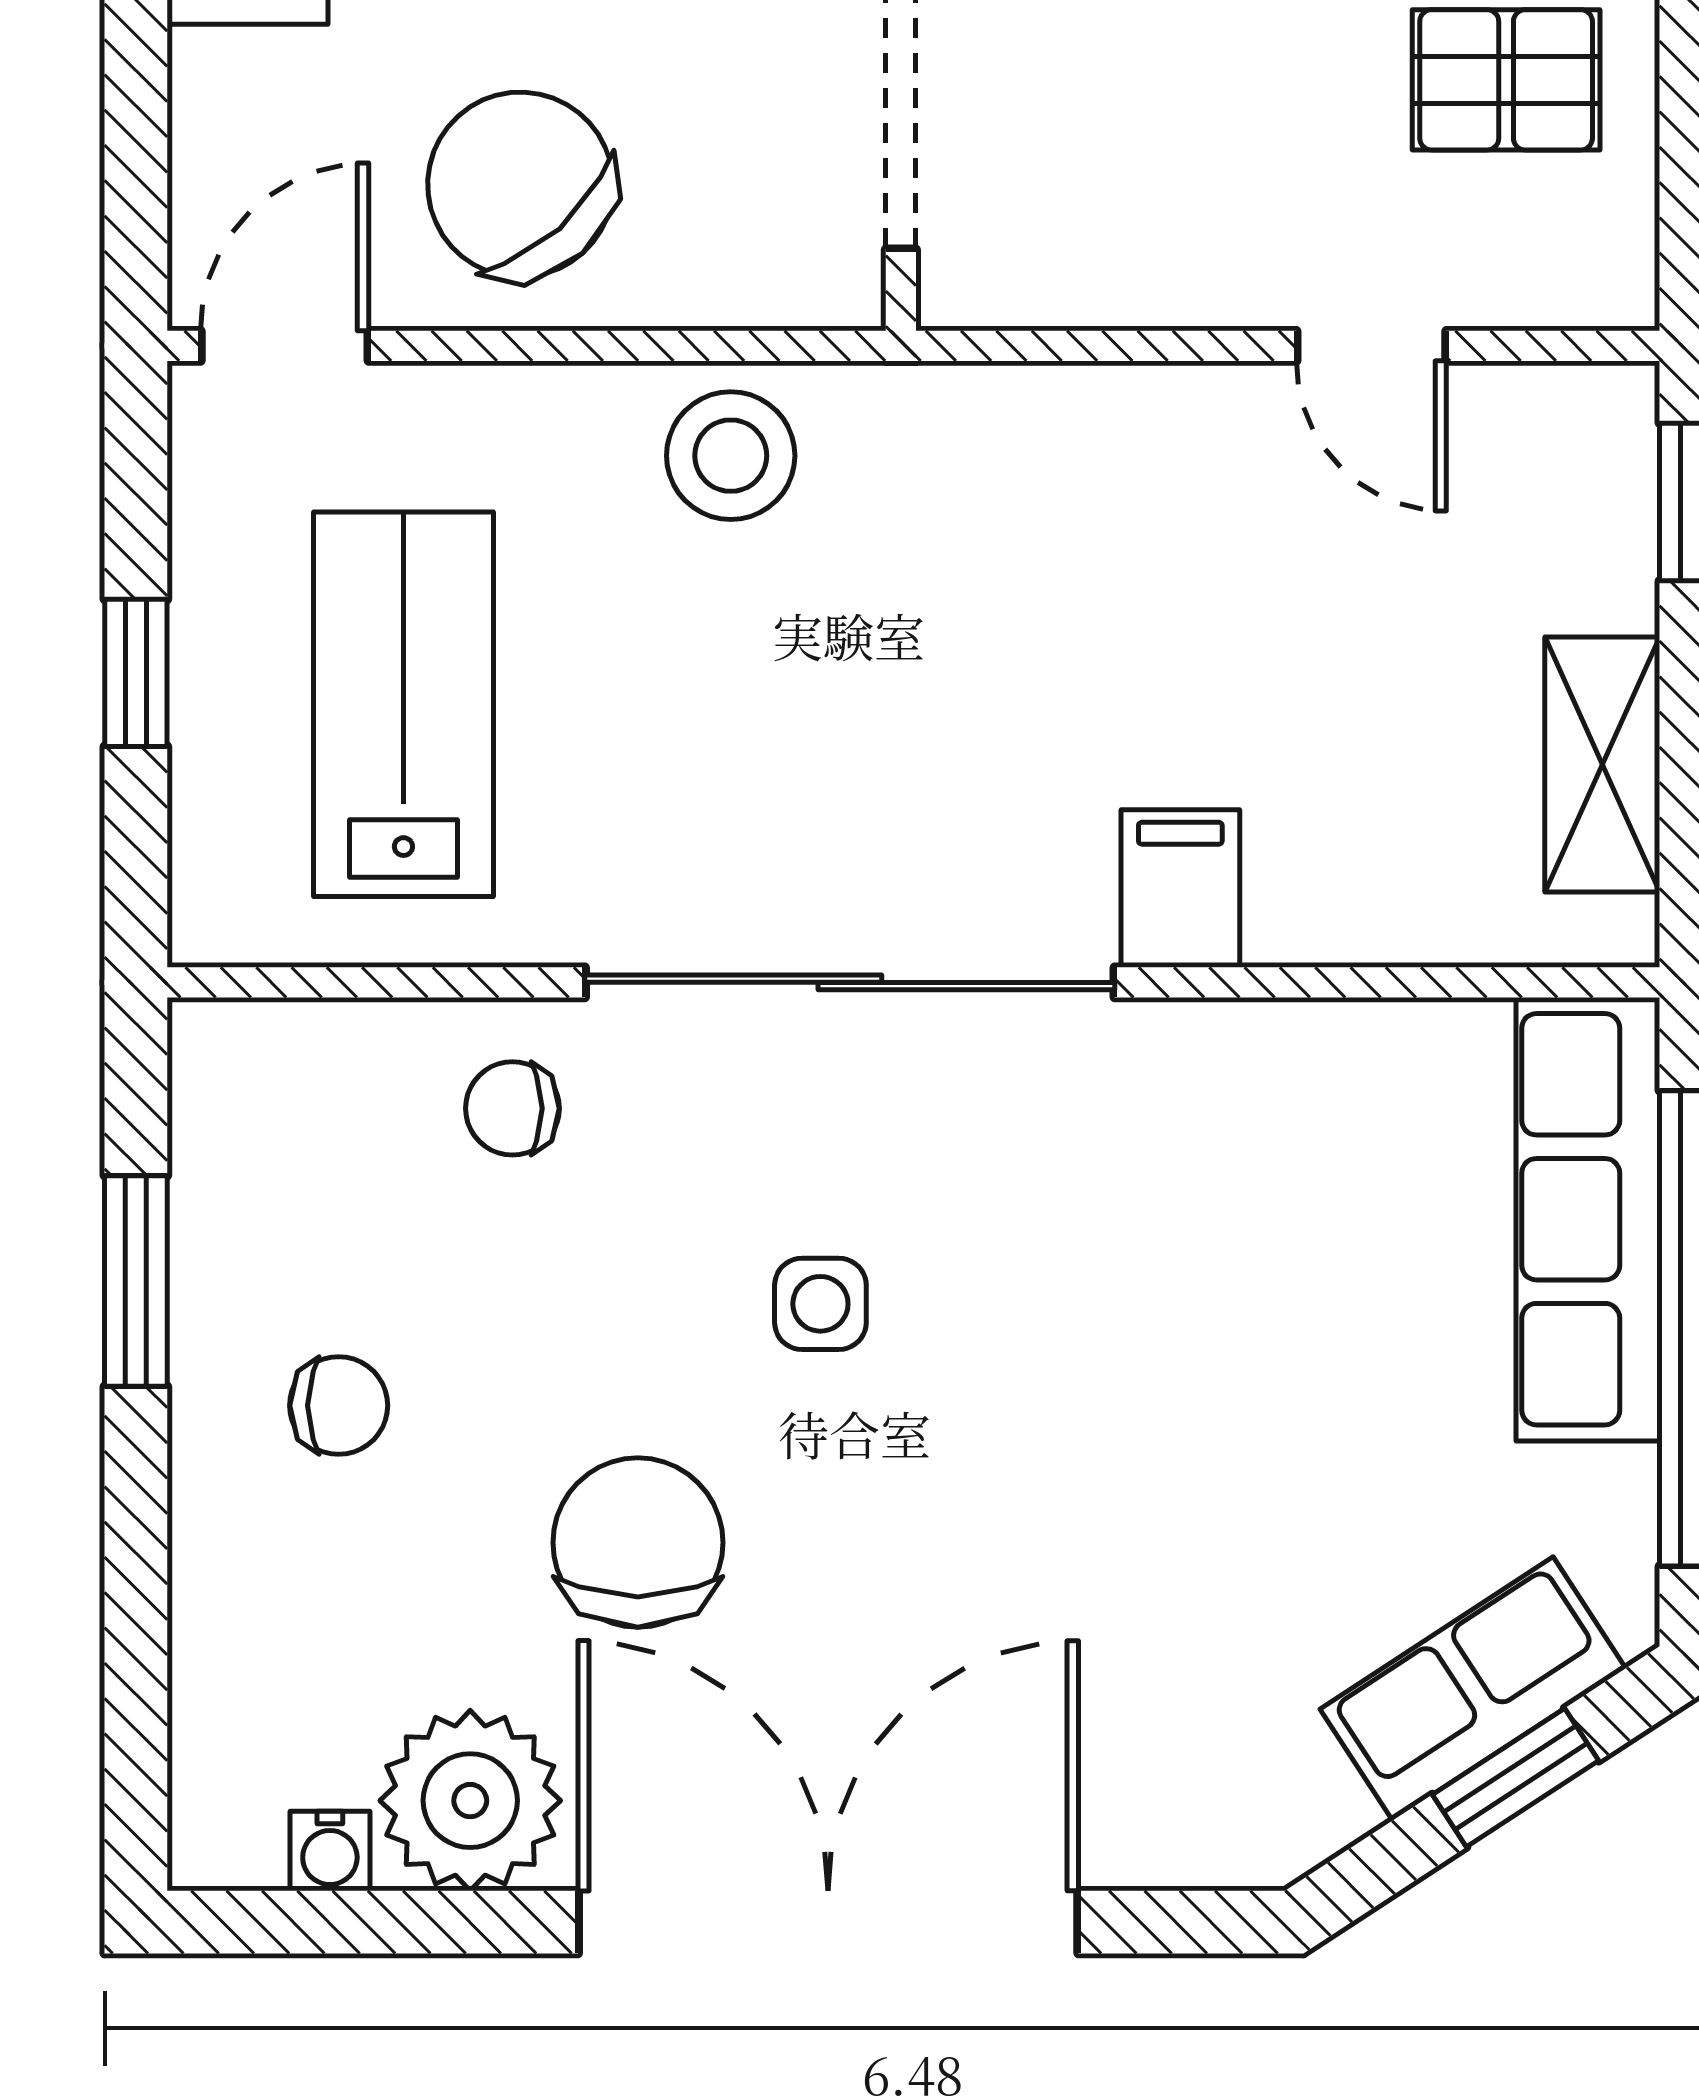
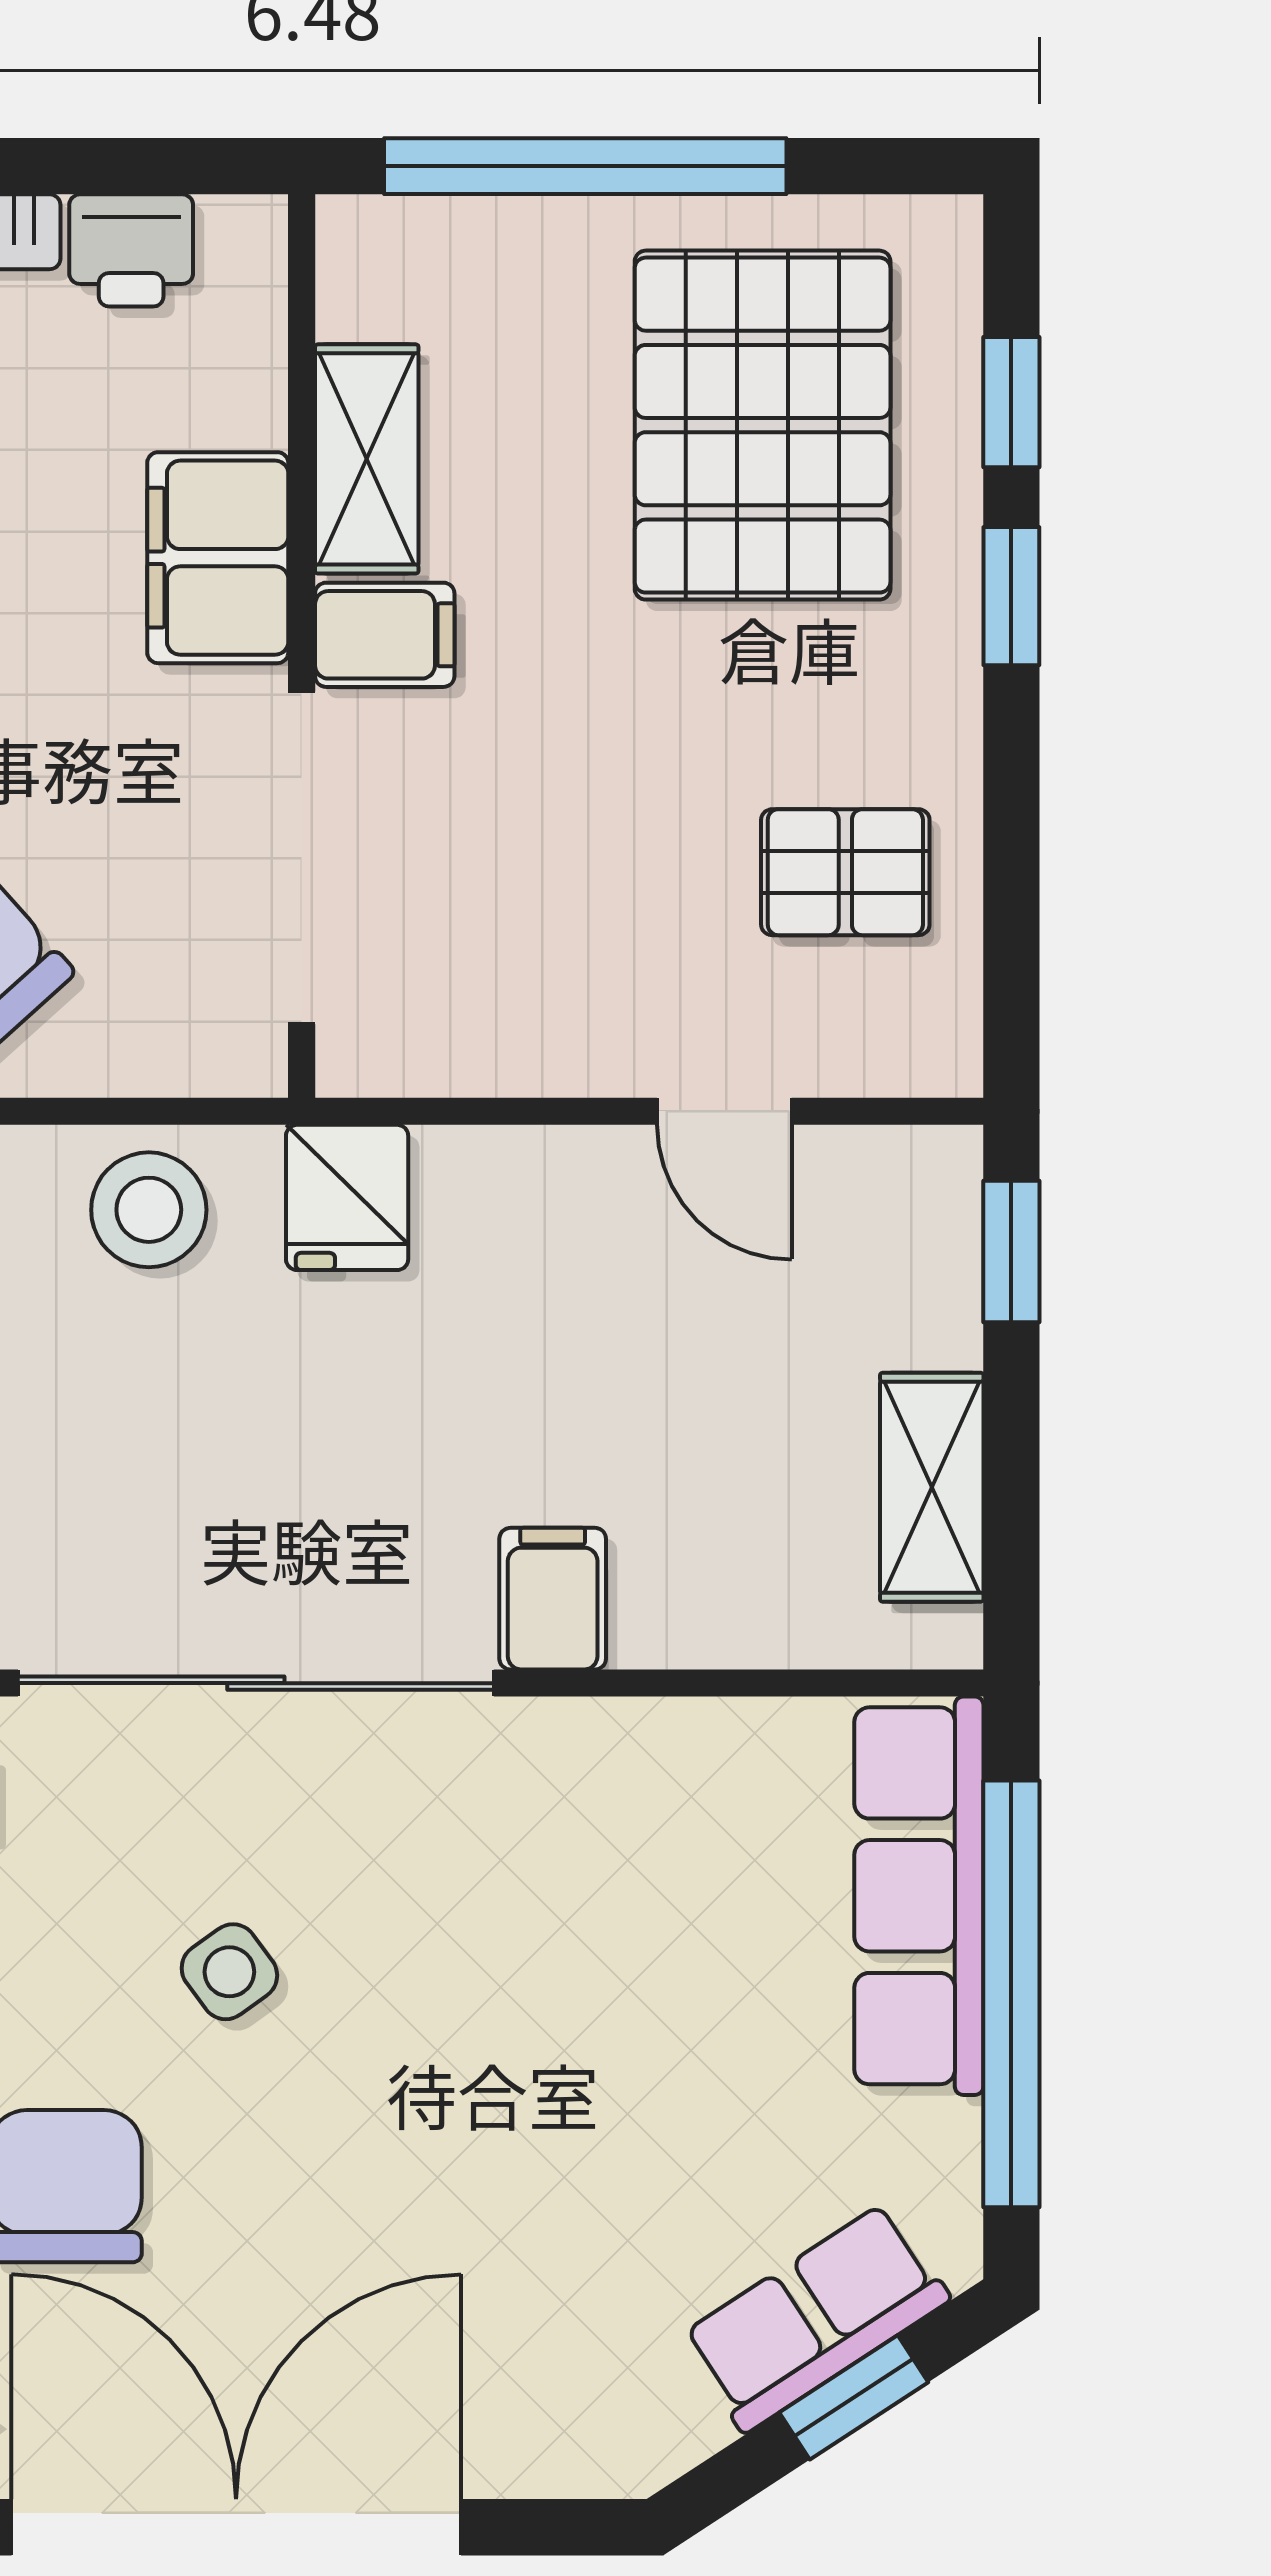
fridge: (951, 442) -> (347, 1197), added
side table: (820, 1304) -> (229, 1972), turned -36

